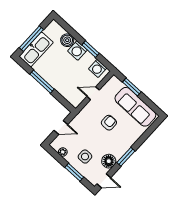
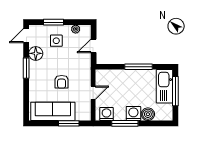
window: (90, 49) -> (125, 123), width x1.44

